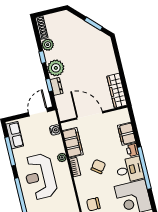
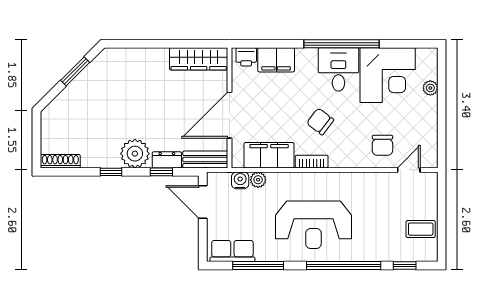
plant: (48, 45) -> (92, 158), removed
bench: (62, 108) -> (205, 160), added
printer: (132, 150) -> (246, 57), moved
plant: (62, 157) -> (258, 180), moved

